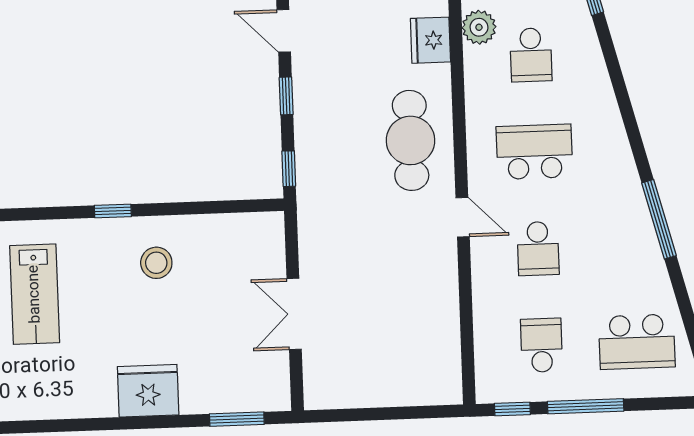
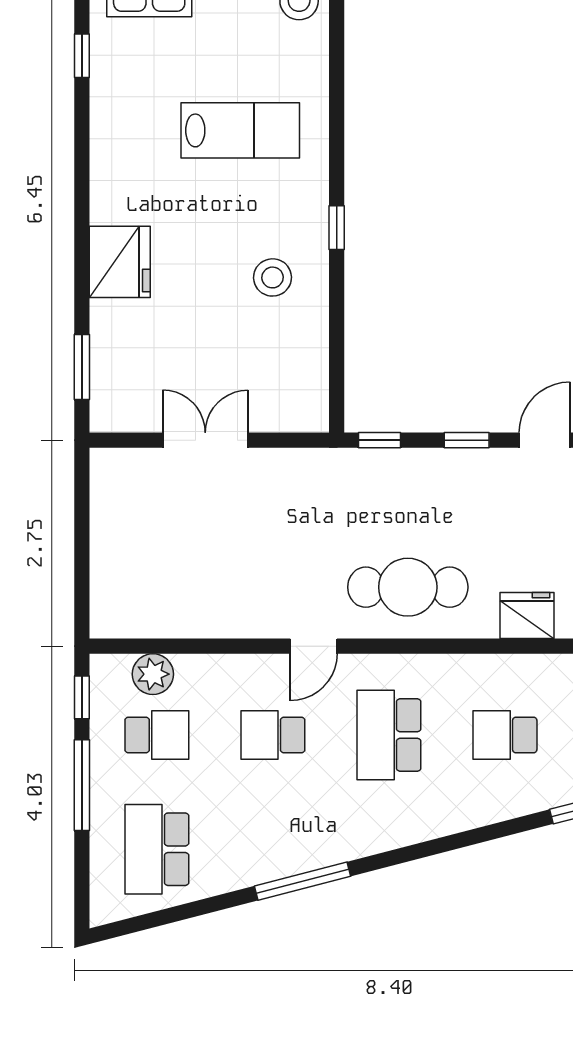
plant: (479, 27) -> (153, 674), moved
school desk: (534, 152) -> (389, 735), turned 180
lab bench: (35, 294) -> (240, 130), turned 180

